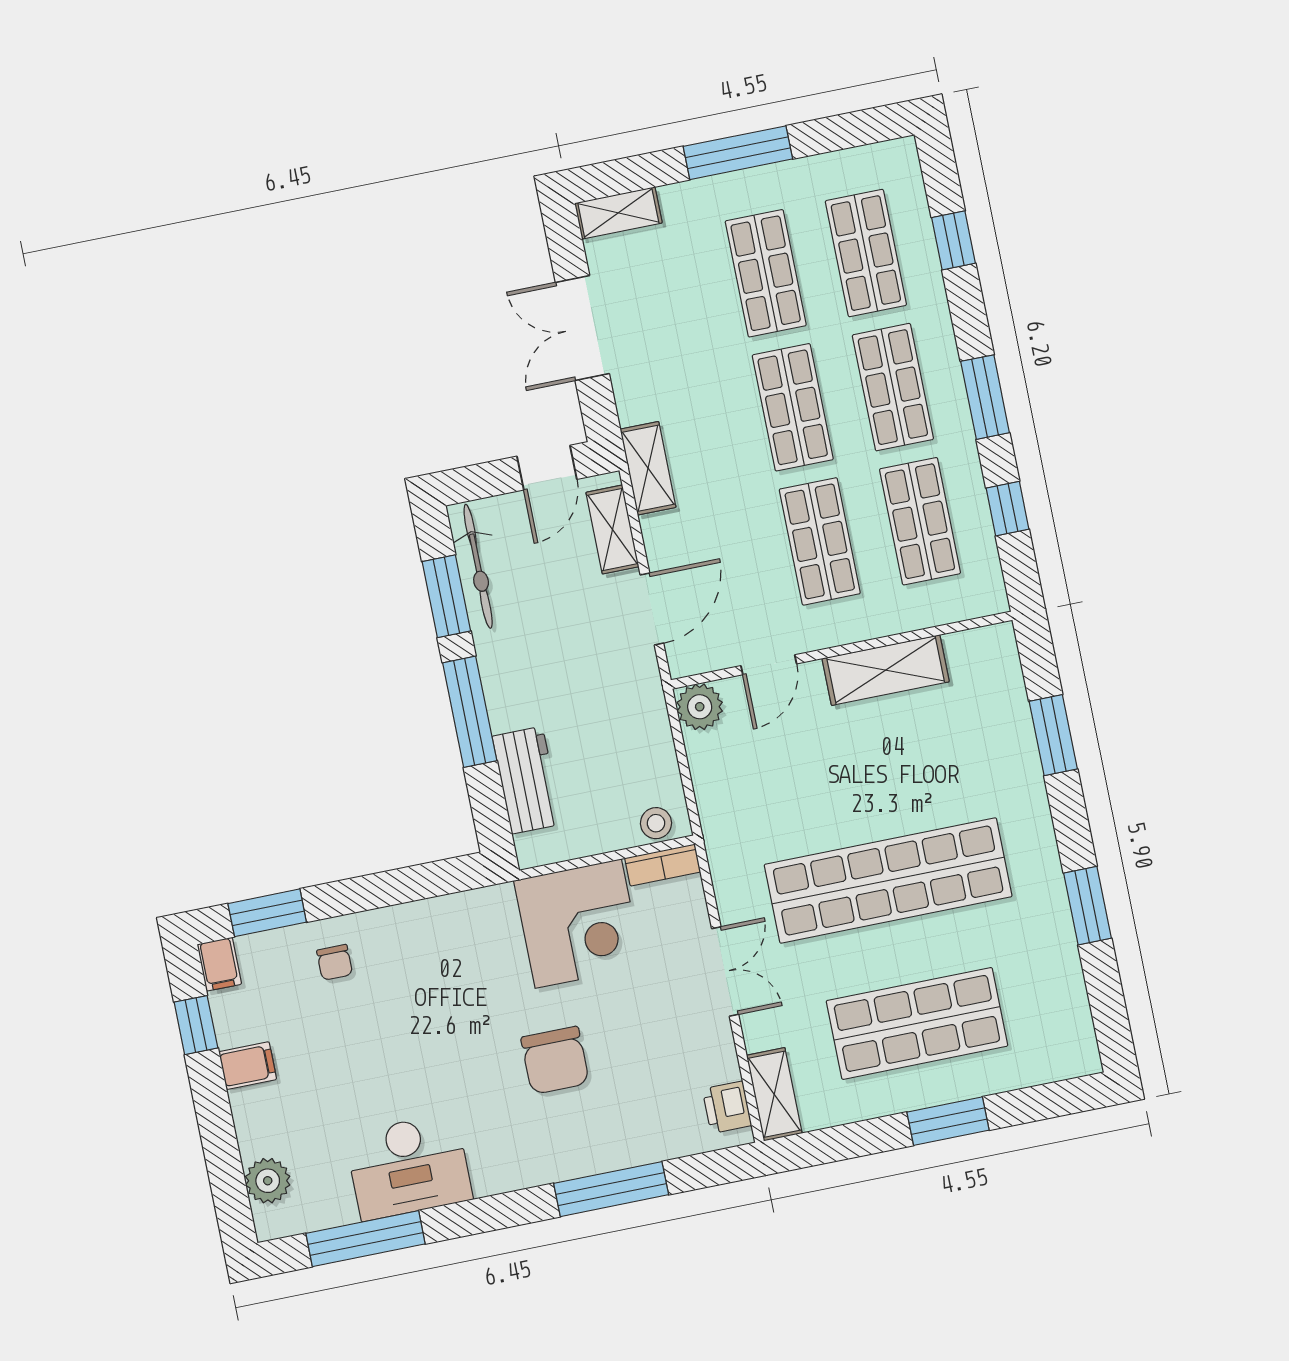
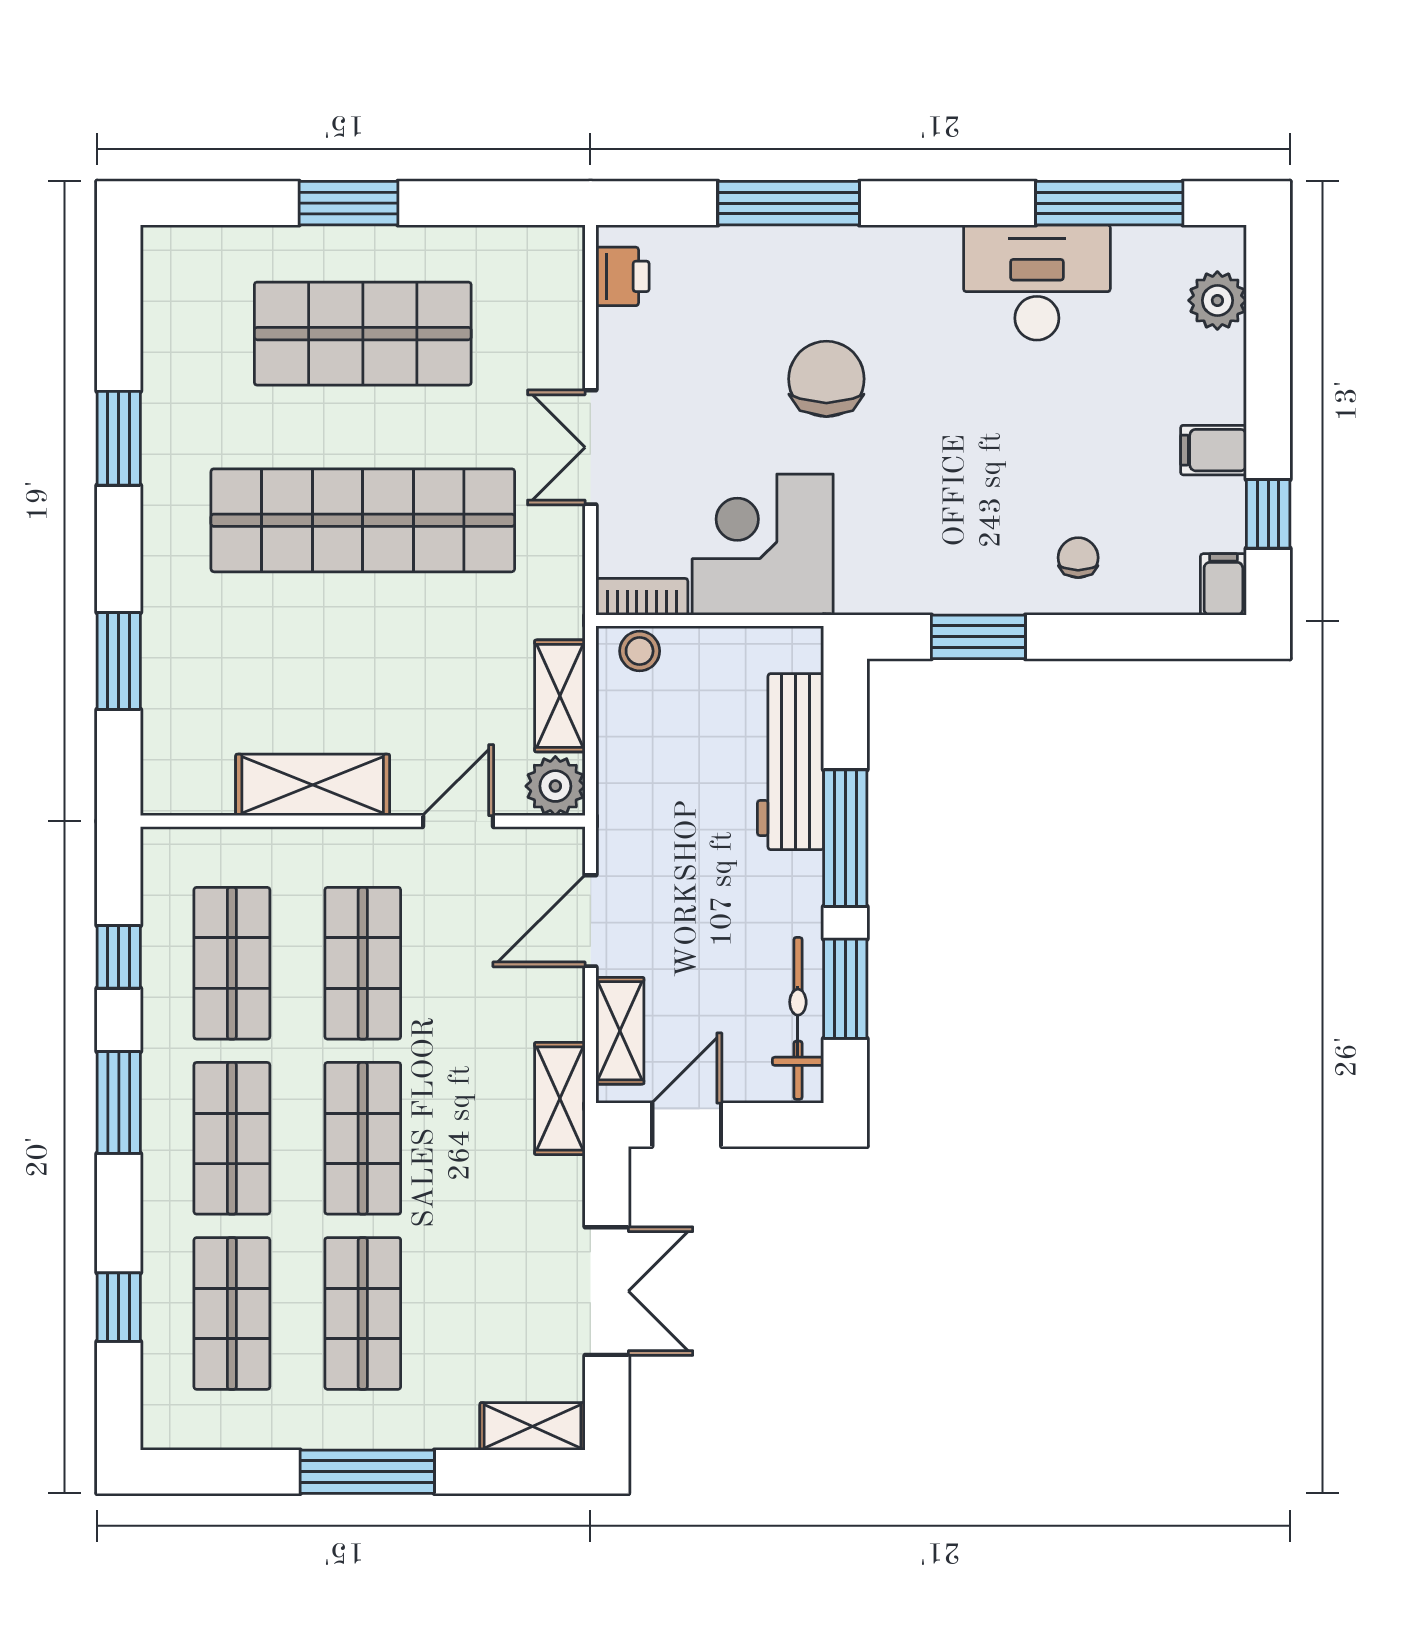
workbench: (527, 780) -> (790, 762), width x1.38
window: (267, 913) -> (978, 637), moved
shelving: (774, 1094) -> (560, 696), moved

